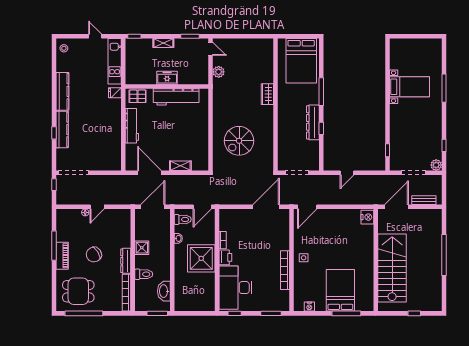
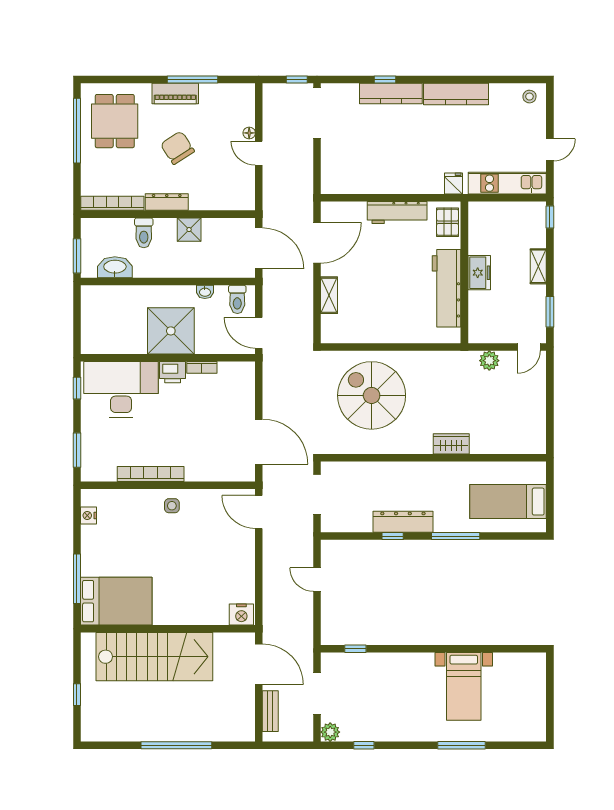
bed: (301, 61) -> (508, 502), width x0.67
spiral stairs: (239, 141) -> (372, 395), width x1.37, depth x1.37
bed: (340, 290) -> (116, 601), moved

